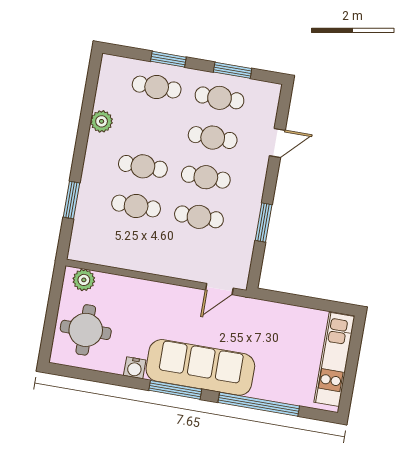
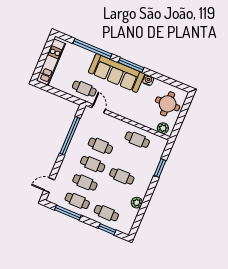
window: (168, 59) -> (107, 229), moved
window: (233, 70) -> (68, 213), width x1.44
door: (277, 143) -> (49, 185), moved
cafe table: (136, 206) -> (137, 140), moved
window: (264, 222) -> (70, 136), width x2.11
door: (219, 289) -> (99, 109), hinge flipped
cafe table: (257, 322) -> (84, 89), added

